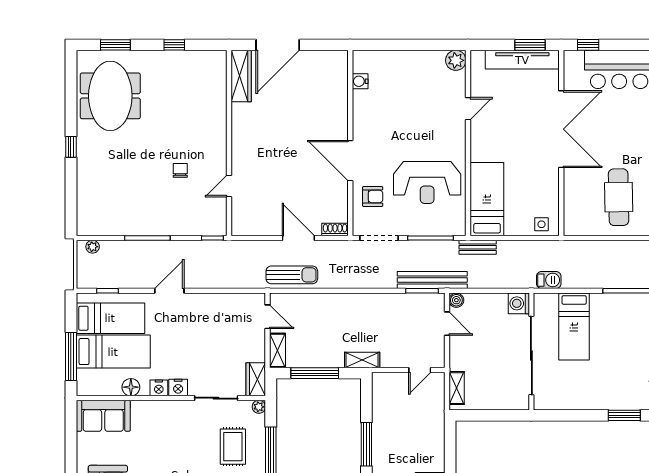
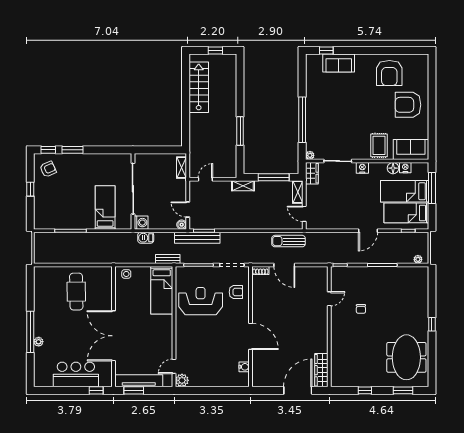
door: (468, 109) -> (174, 366), moved
door: (350, 161) -> (251, 336), moved
armchair: (373, 197) -> (236, 292), turned 180
barbecue: (549, 280) -> (146, 238), moved
nightstand: (159, 388) -> (405, 168), moved
rug: (233, 447) -> (379, 145), moved

